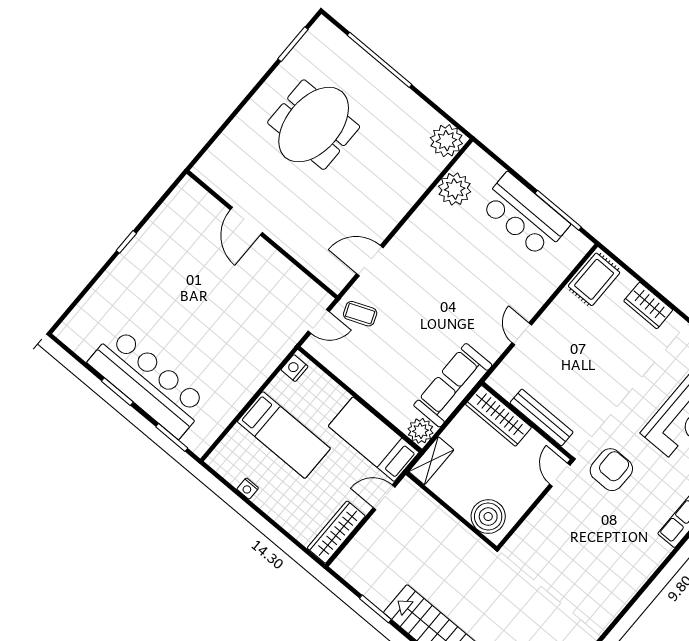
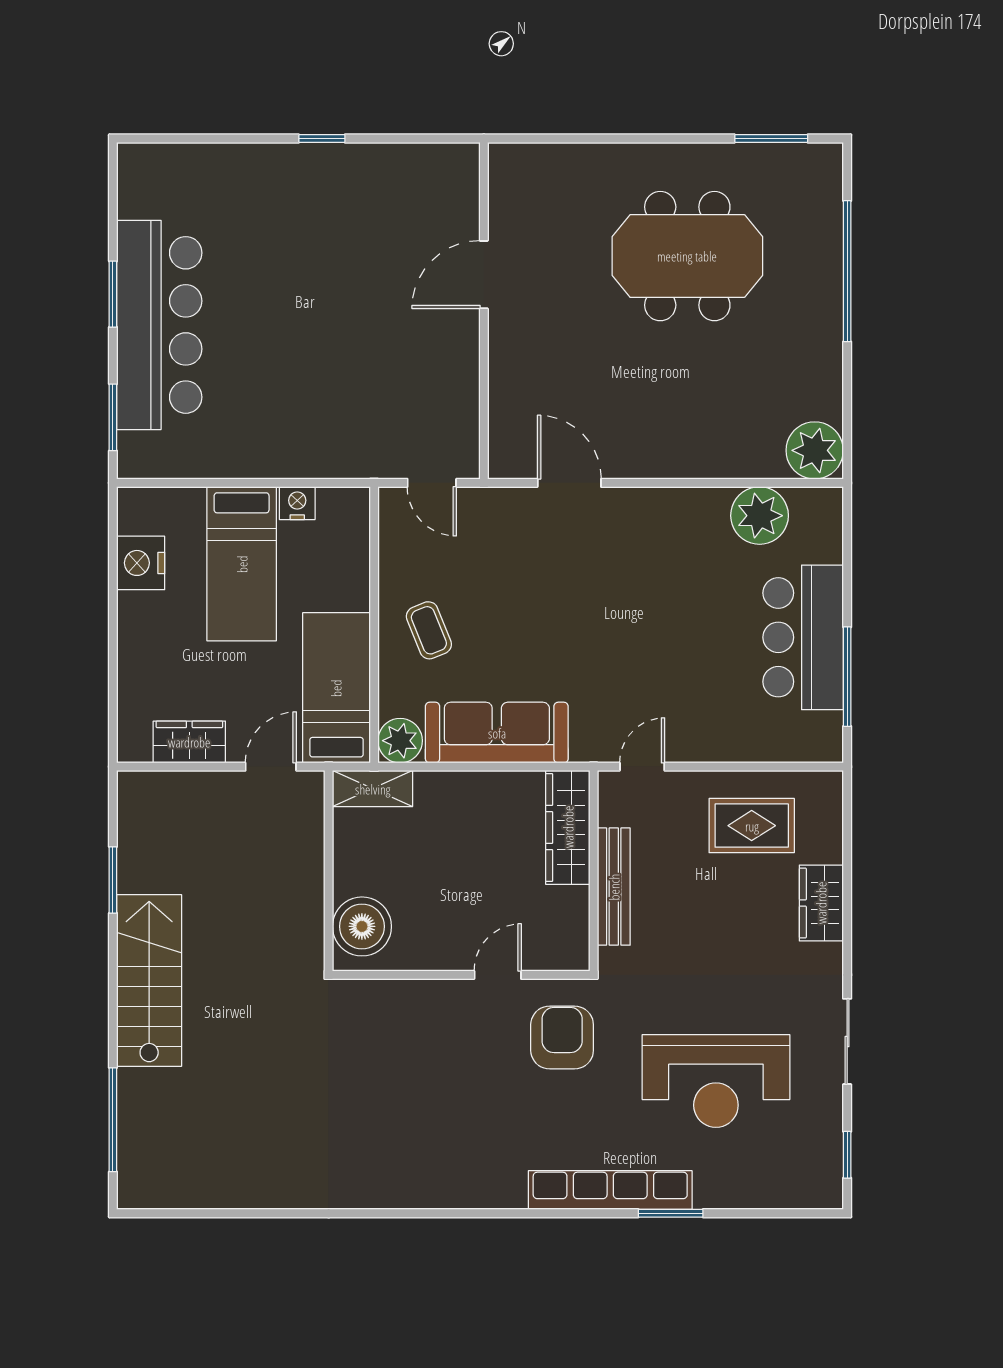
rug: (594, 279) -> (752, 826), moved
coffee table: (360, 314) -> (429, 630), moved
nightstand: (295, 368) -> (297, 503), moved
wardrobe: (498, 416) -> (568, 827), moved
bench: (542, 417) -> (614, 887), moved
wall: (527, 421) -> (594, 871), moved
armchair: (611, 470) -> (562, 1038), turned -90
nightstand: (248, 488) -> (141, 563), width x1.89, depth x1.79
door: (384, 497) -> (271, 767), hinge flipped
wardrobe: (336, 532) -> (189, 742), width x0.67

